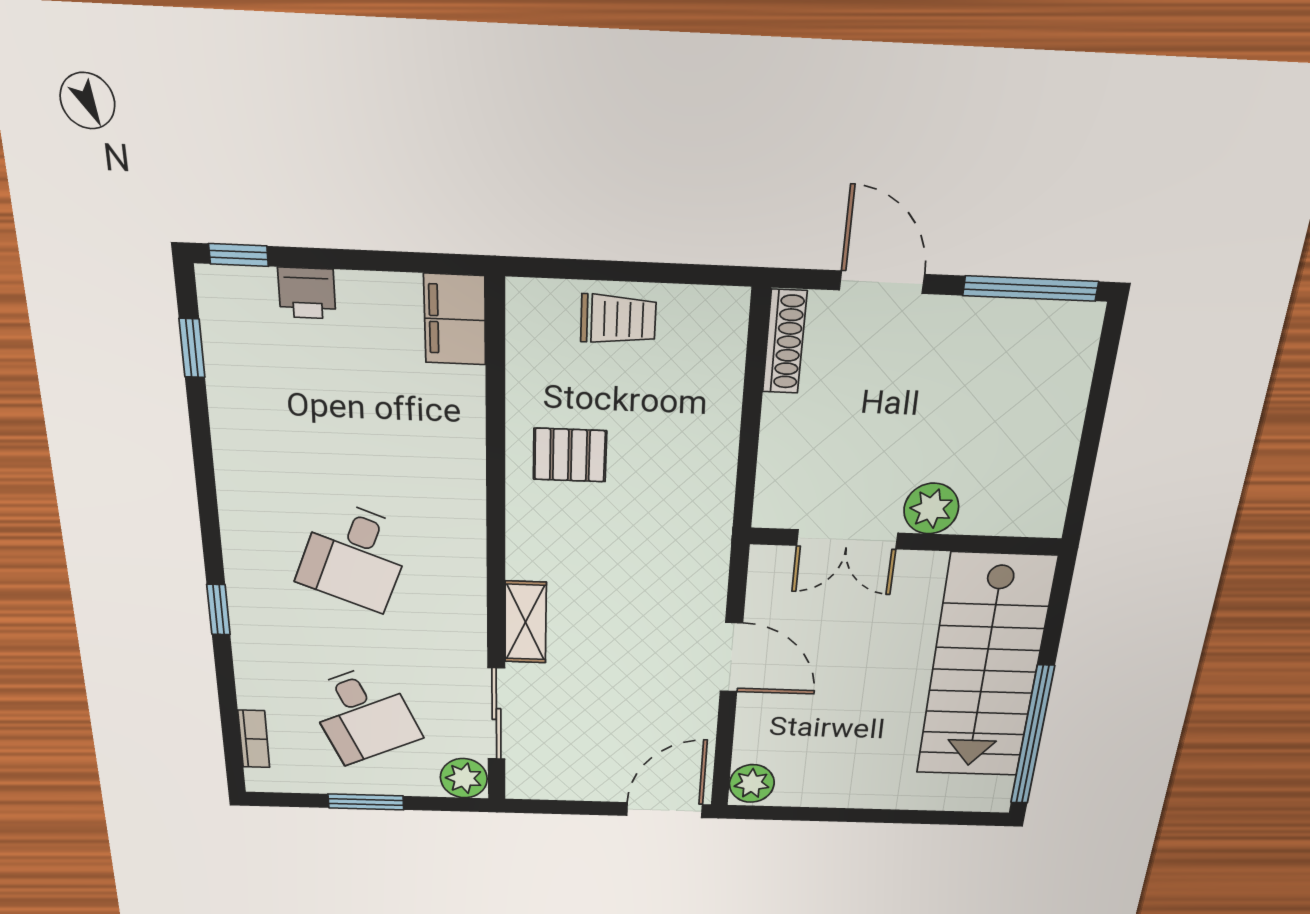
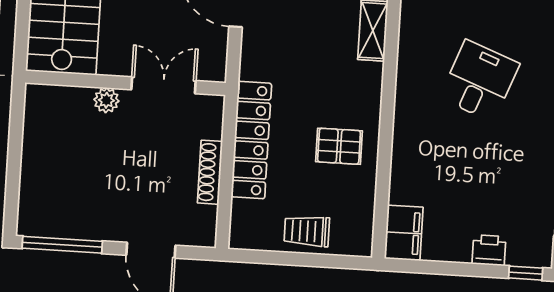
shoe rack: (785, 342) -> (210, 172), moved
locker: (711, 461) -> (251, 140), added
plant: (931, 509) -> (106, 100), width x0.73, depth x0.73

